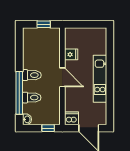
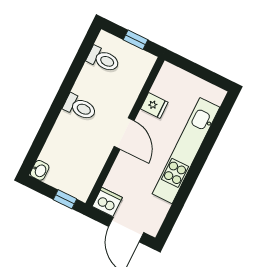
kitchen unit: (100, 79) -> (186, 151), width x1.36
window: (19, 93) -> (48, 125), removed
toilet: (32, 98) -> (103, 59), moved

